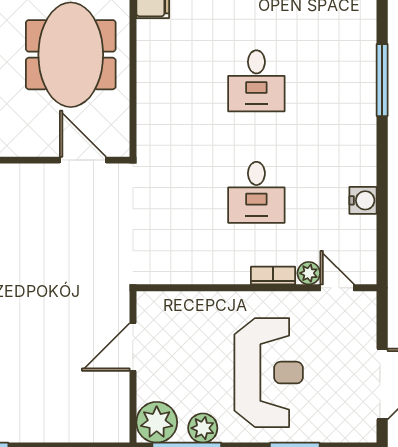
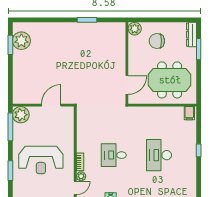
desk: (256, 81) -> (159, 155), width x1.37
door: (133, 347) -> (51, 105), hinge flipped
plant: (203, 428) -> (18, 133), removed

